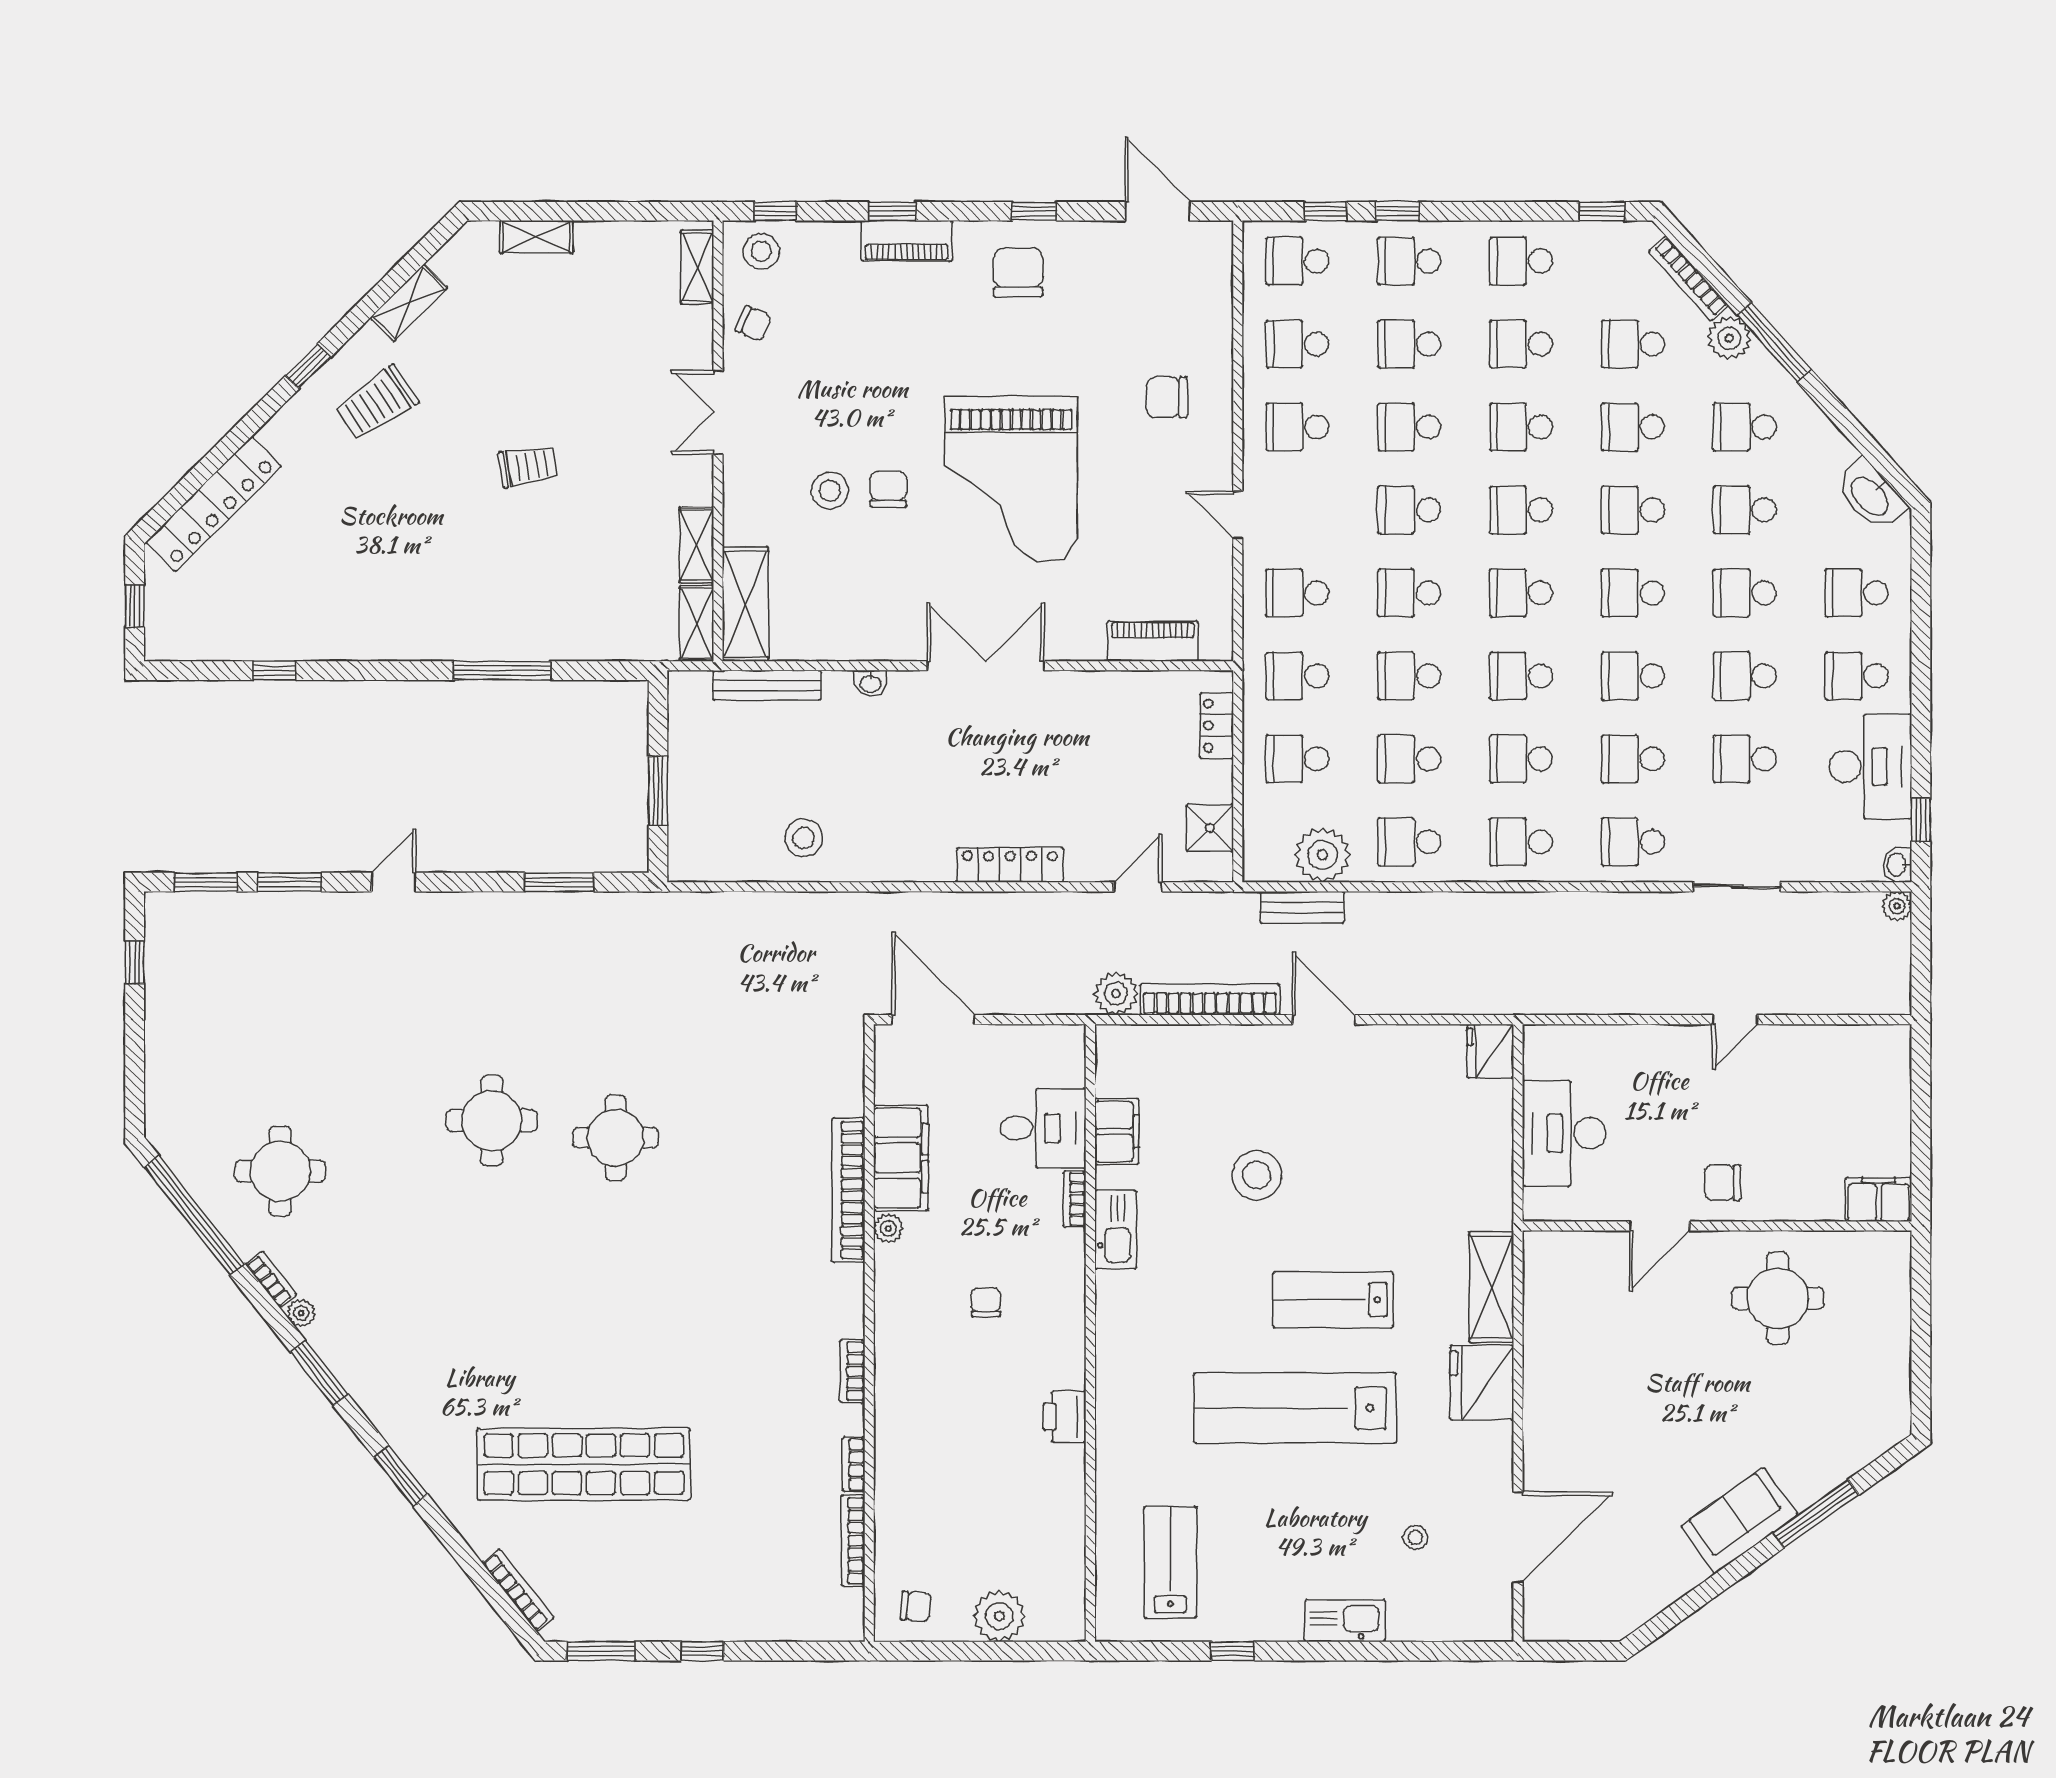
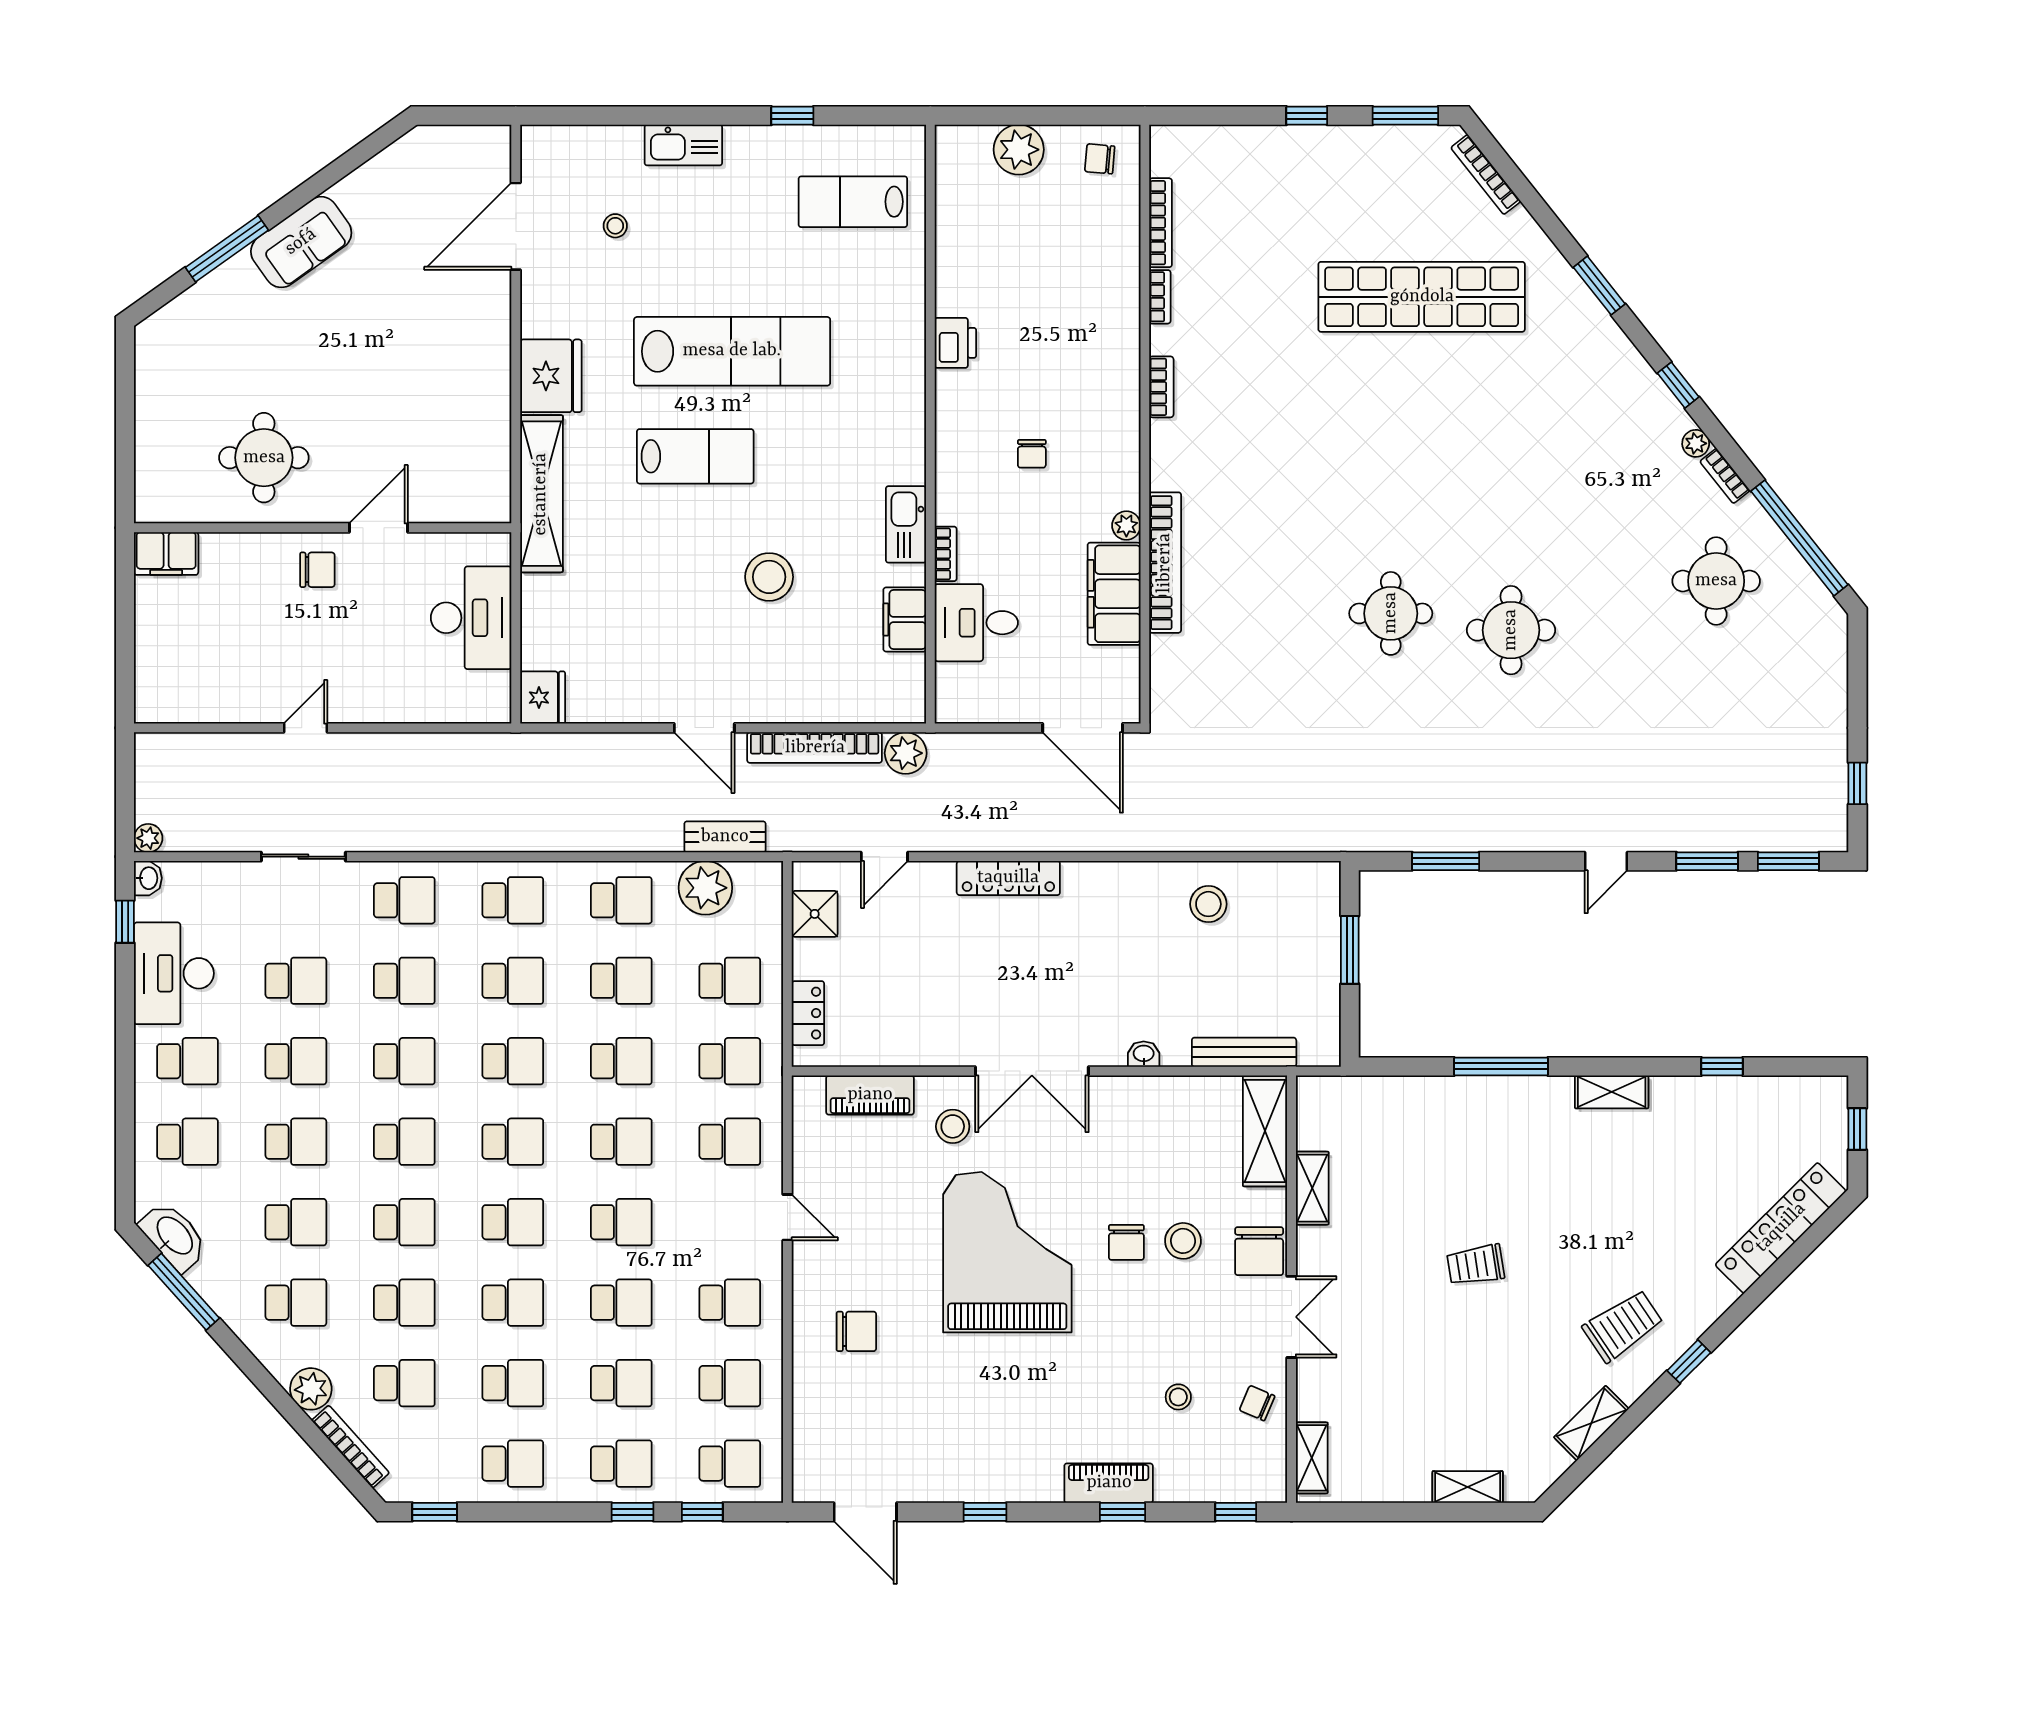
stool: (761, 251) -> (1178, 1397), moved, width x0.73, depth x0.73
chair: (1018, 272) -> (1259, 1251), moved
window: (1774, 342) -> (184, 1292), moved
stool: (1067, 609) -> (953, 1126), added
shelving: (697, 624) -> (1612, 1092), moved, turned 90
shelving: (1491, 1287) -> (541, 494), width x1.47
window: (319, 1373) -> (1678, 385), width x0.67
lab bench: (1170, 1562) -> (853, 202), turned 90

